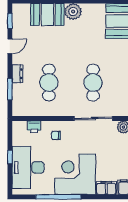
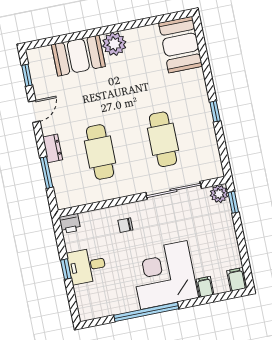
printer: (34, 127) -> (70, 224), moved
desk: (28, 167) -> (87, 266), width x0.53, depth x0.77
filing cabinet: (106, 188) -> (205, 287), width x0.50

